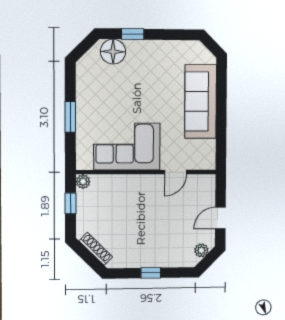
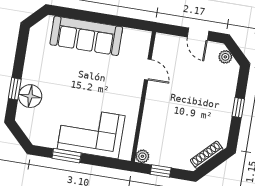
floor lamp: (113, 52) -> (30, 96), moved
window: (70, 117) -> (67, 156), moved
corner sofa: (127, 147) -> (91, 132), moved, turned 90

